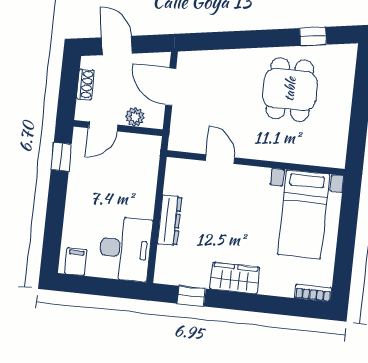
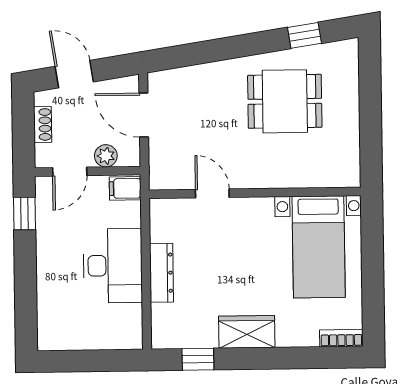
dining table: (290, 89) -> (285, 101), turned 90
desk: (125, 249) -> (113, 266), moved
filing cabinet: (76, 262) -> (125, 188), moved, turned -90

